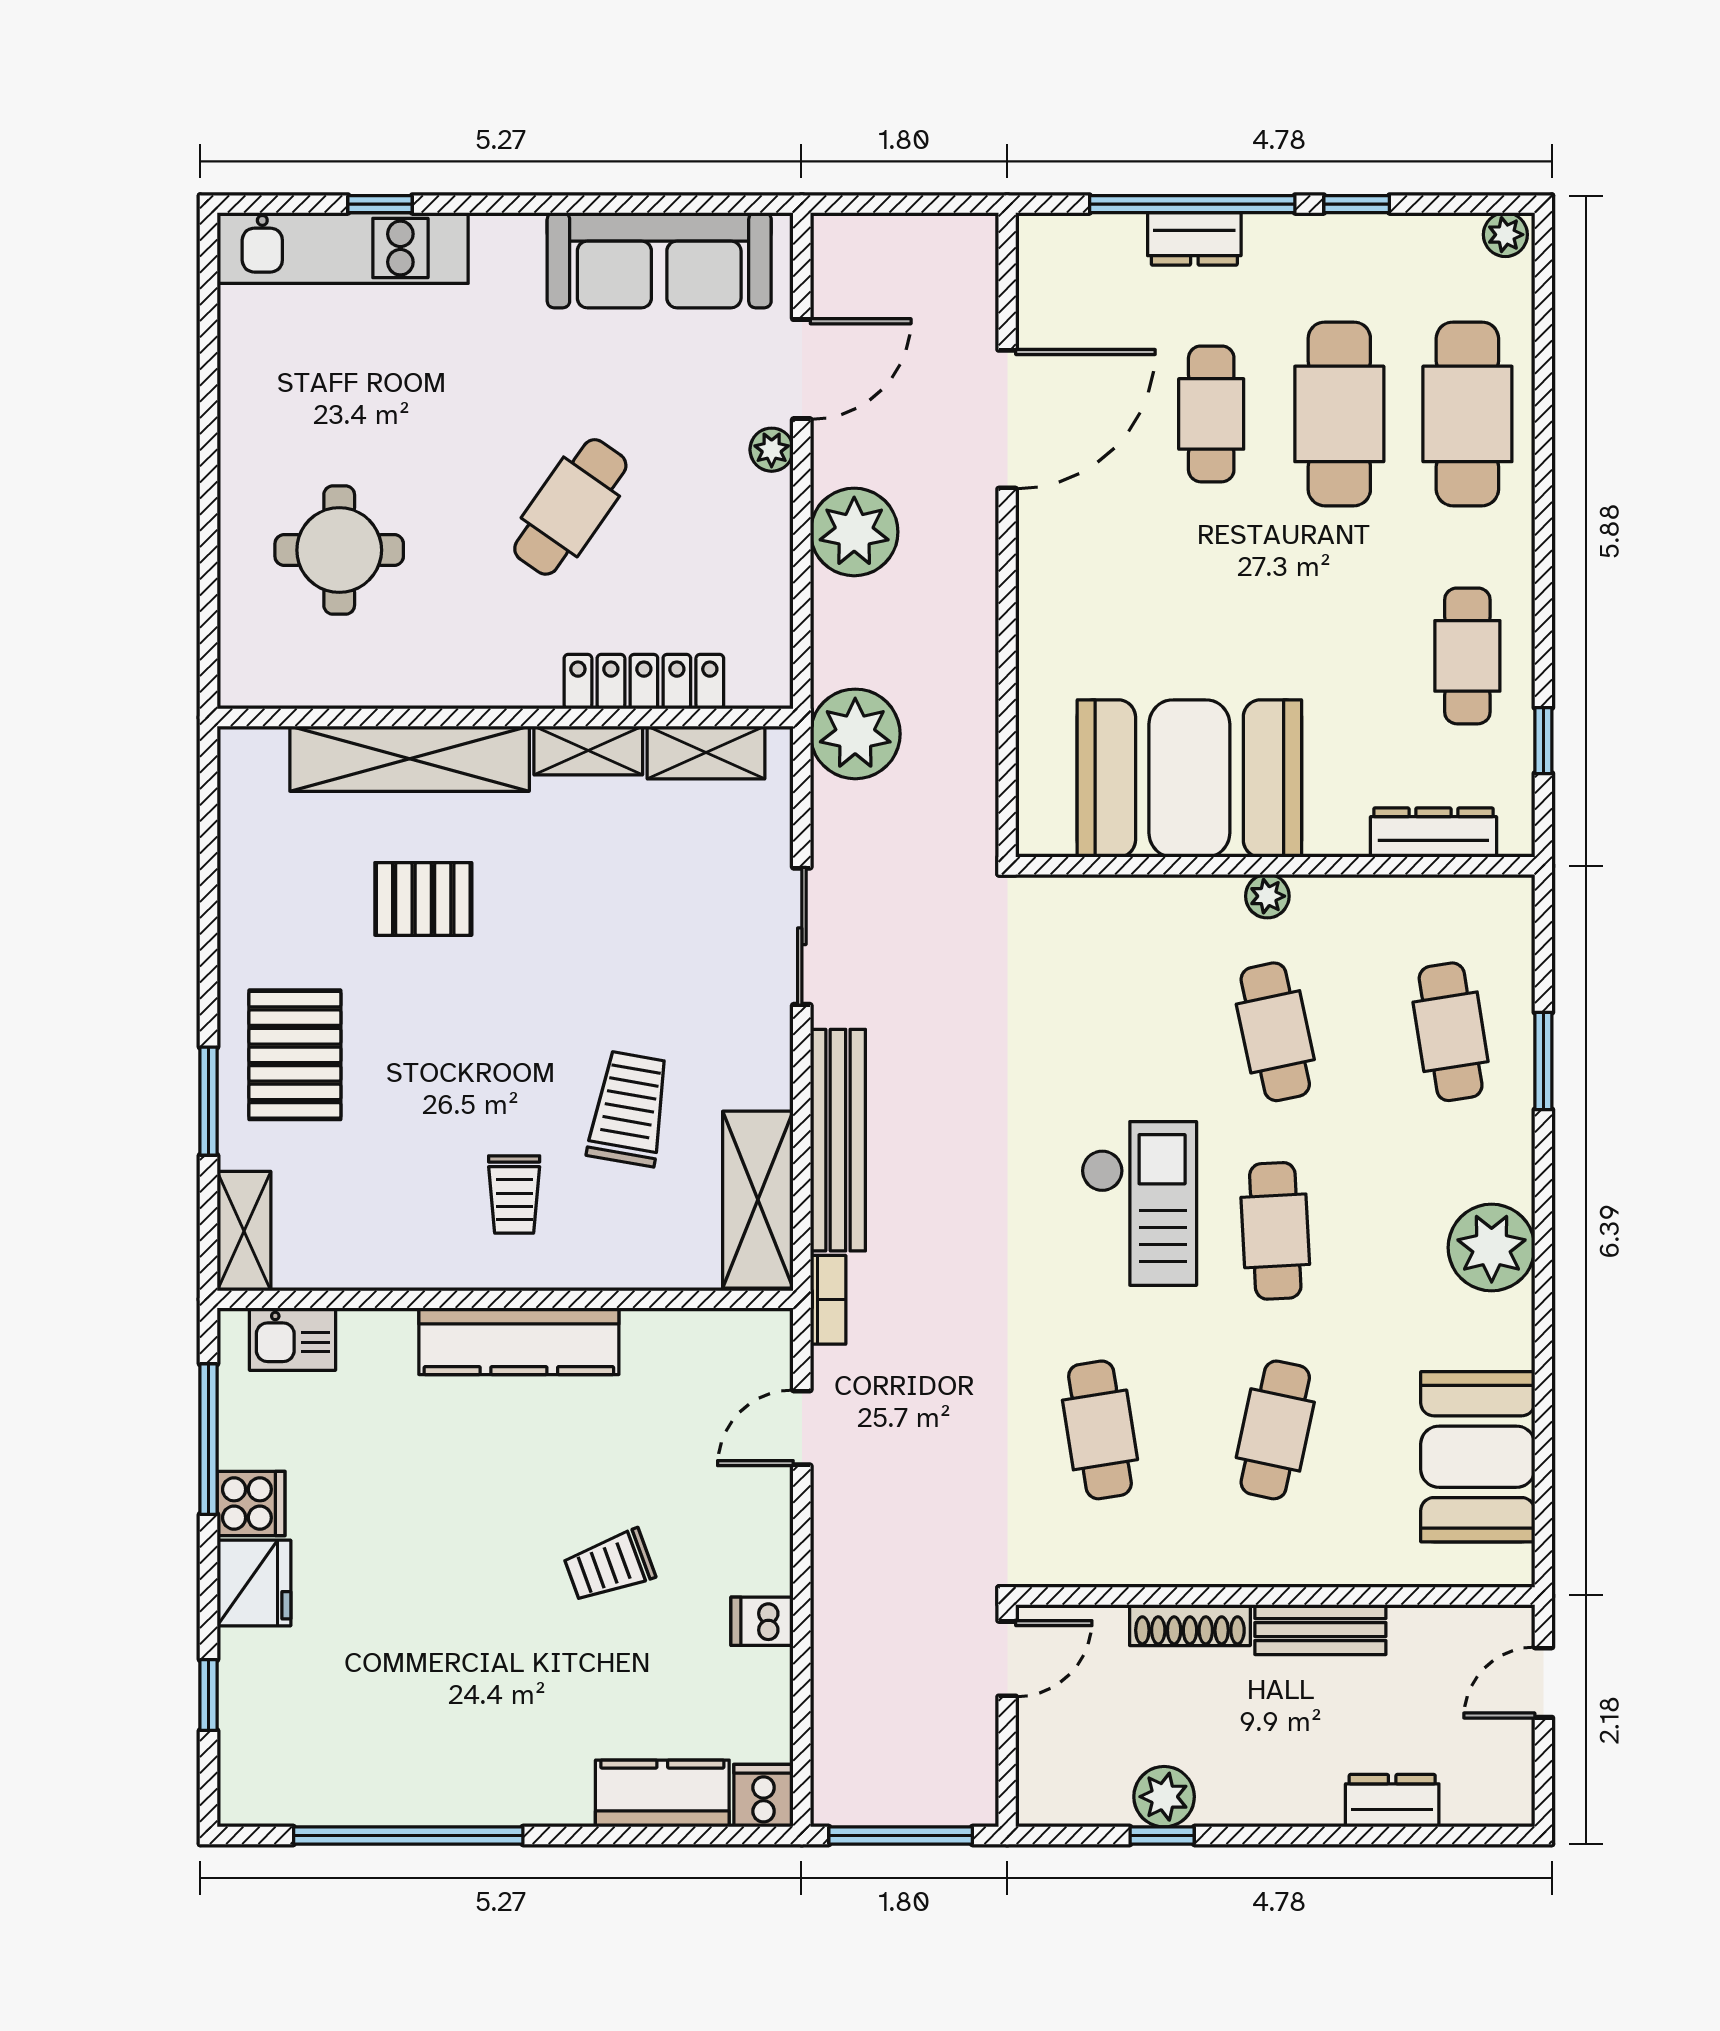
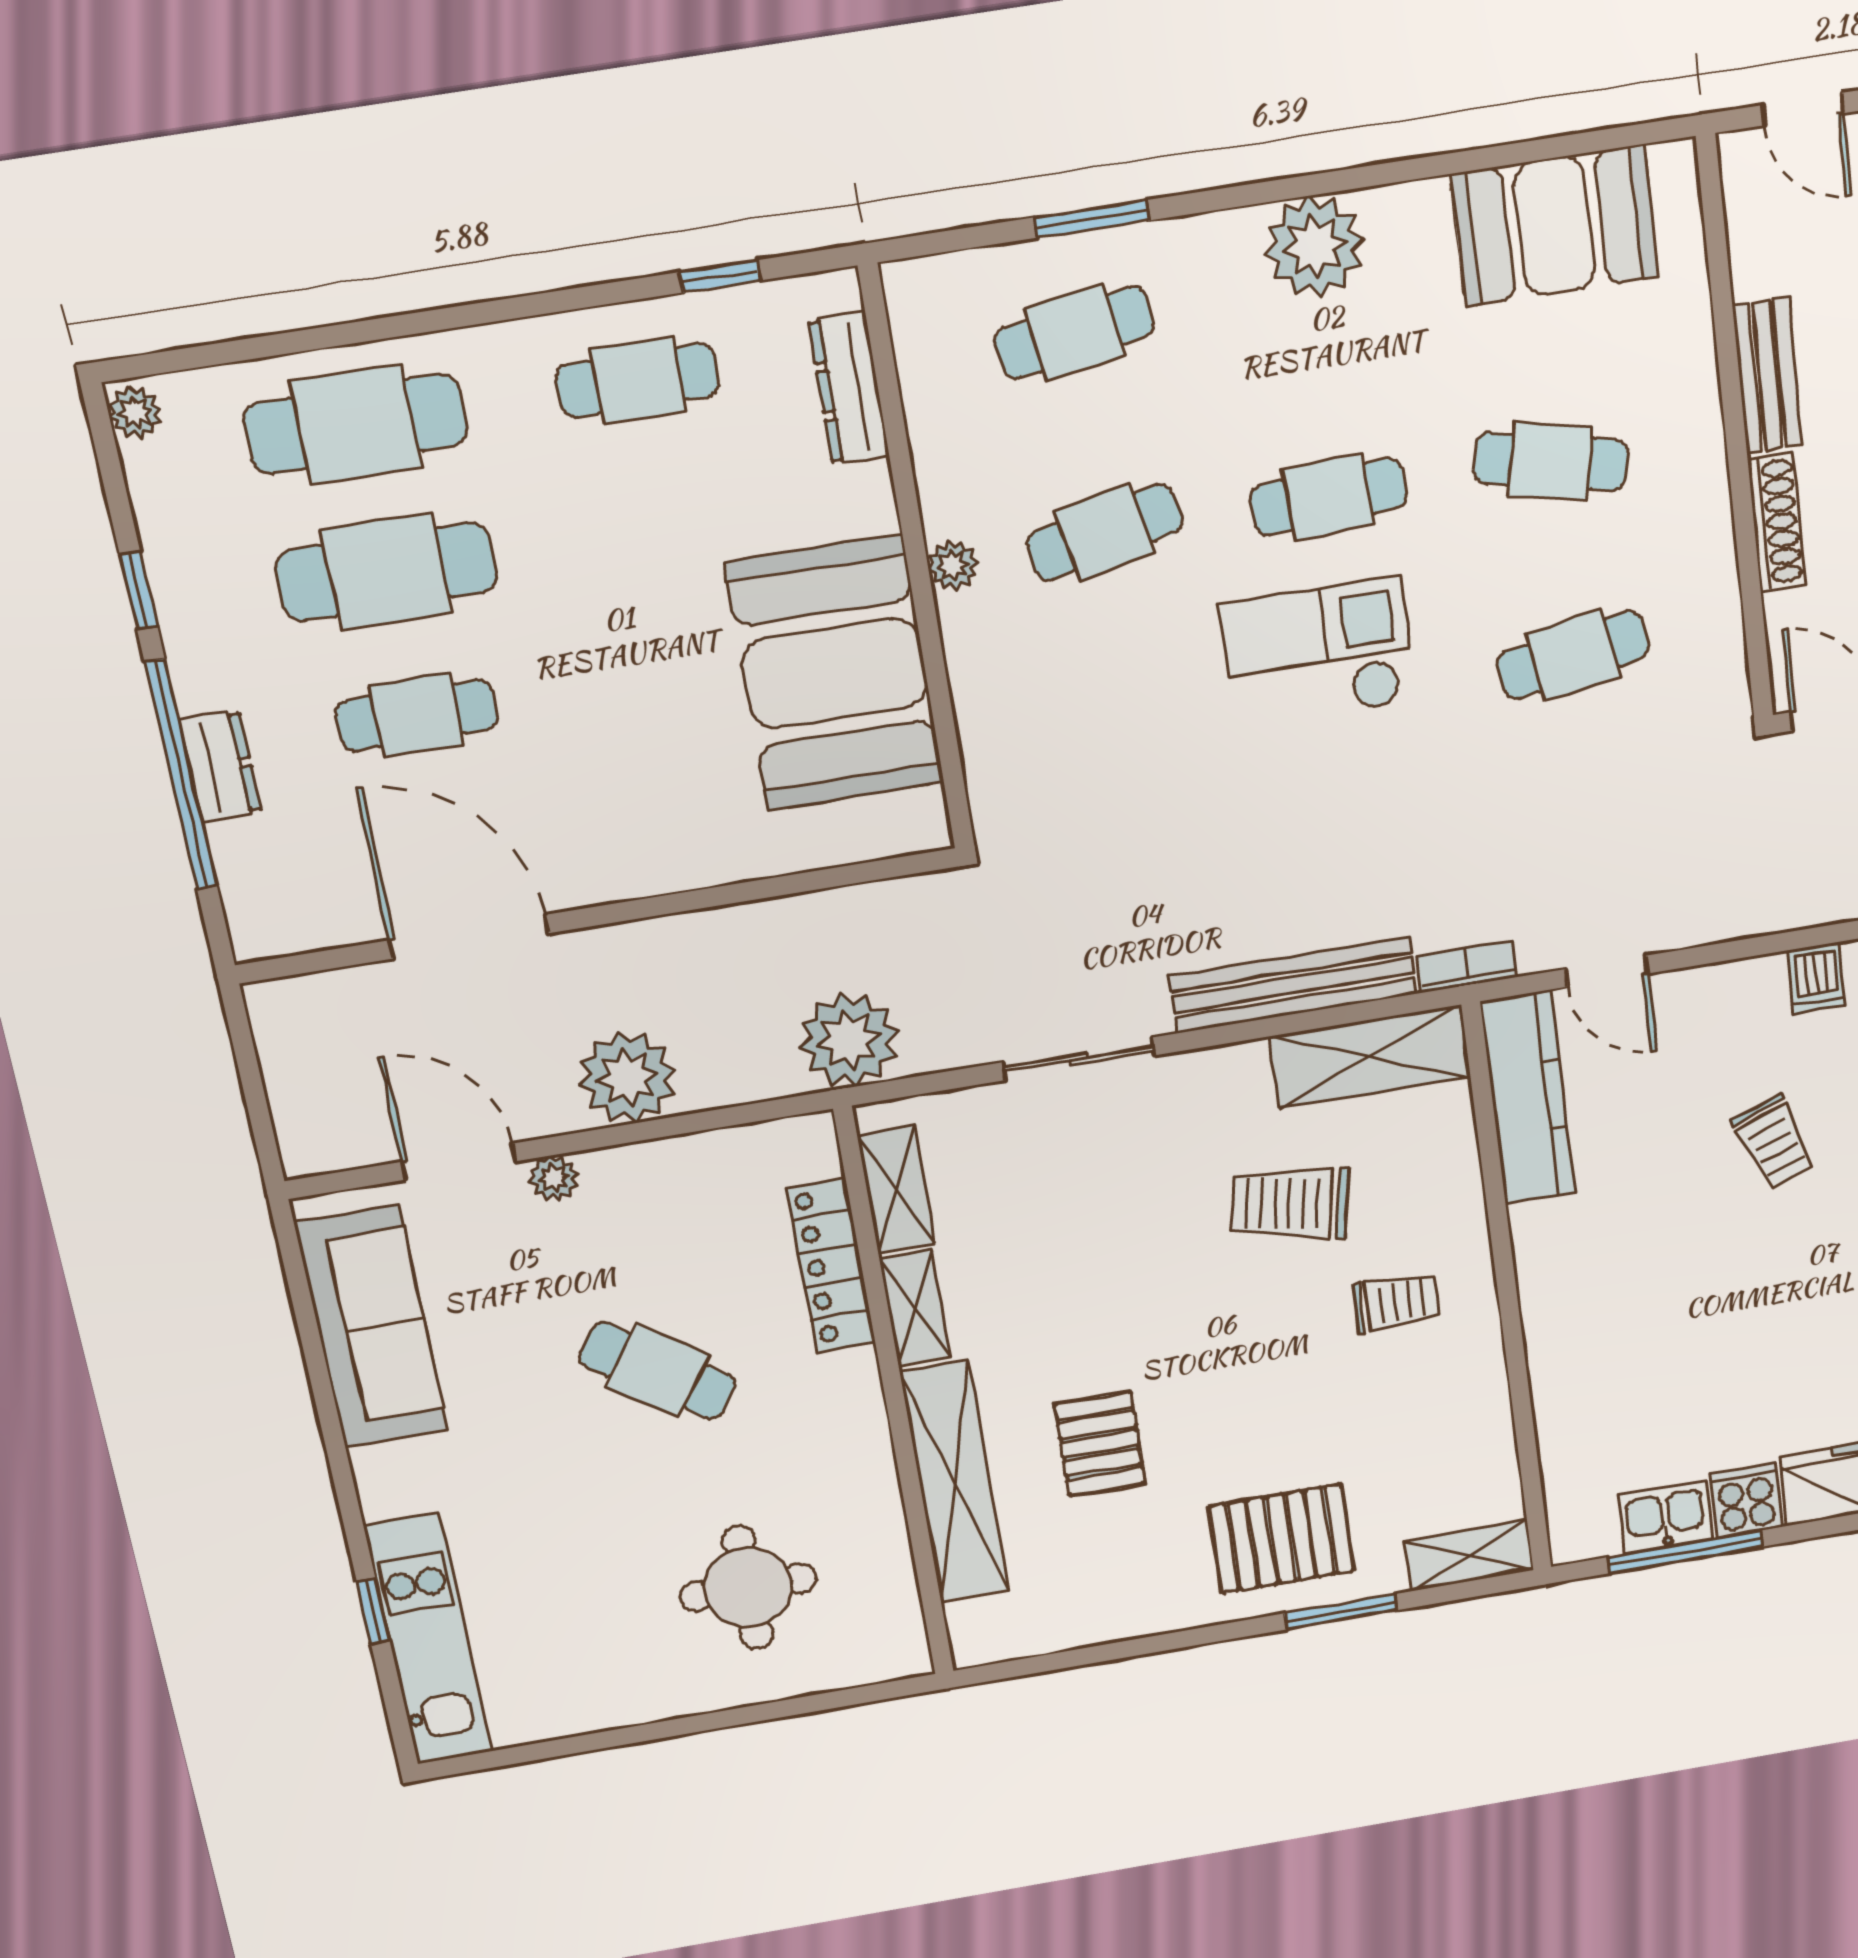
kitchen sink: (292, 1339) -> (1665, 1517), moved, turned -90
kitchen counter: (519, 1341) -> (1528, 1098), moved

